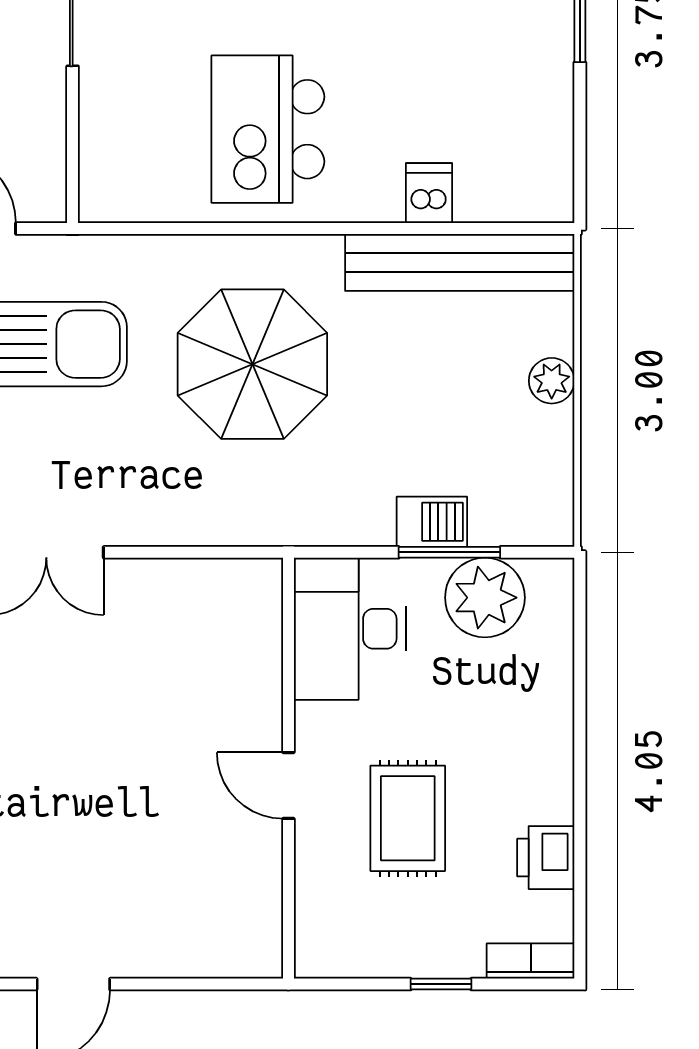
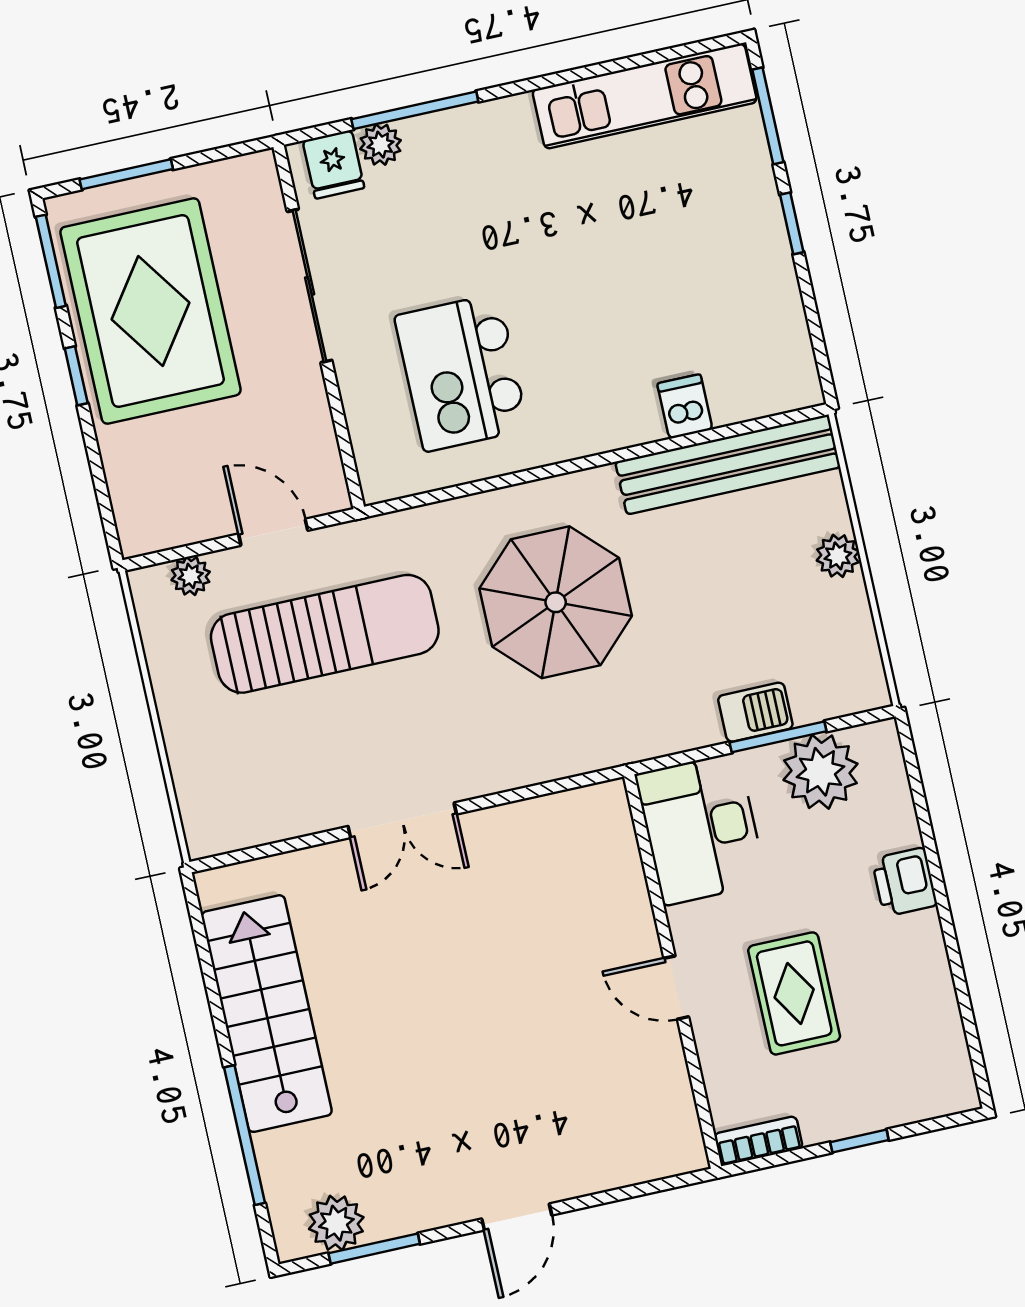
kitchen island: (268, 129) -> (461, 373), moved
printer: (546, 858) -> (904, 882), moved
bookcase: (531, 961) -> (758, 1141), moved

